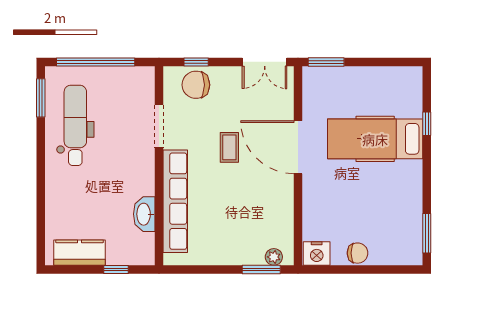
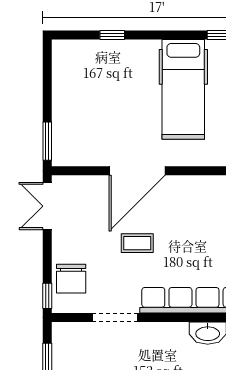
window: (196, 62) -> (47, 296), moved
double door: (265, 62) -> (47, 206), swing flipped
hospital bed: (375, 139) -> (183, 89), moved

